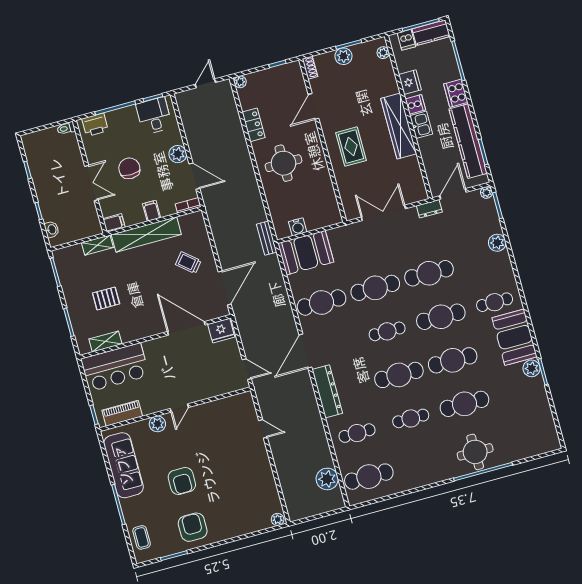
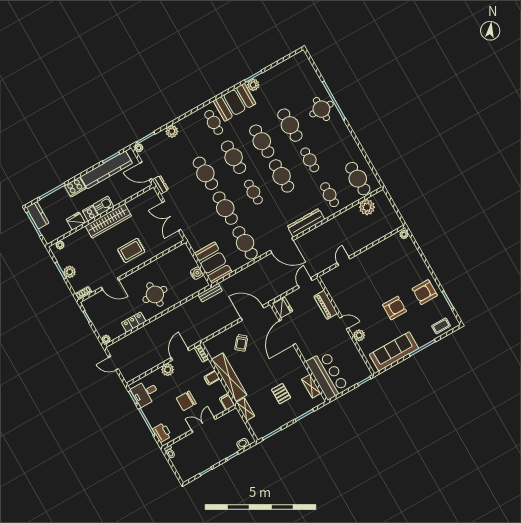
dishwasher: (406, 40) -> (47, 231), removed
piano: (122, 413) -> (326, 305), moved

